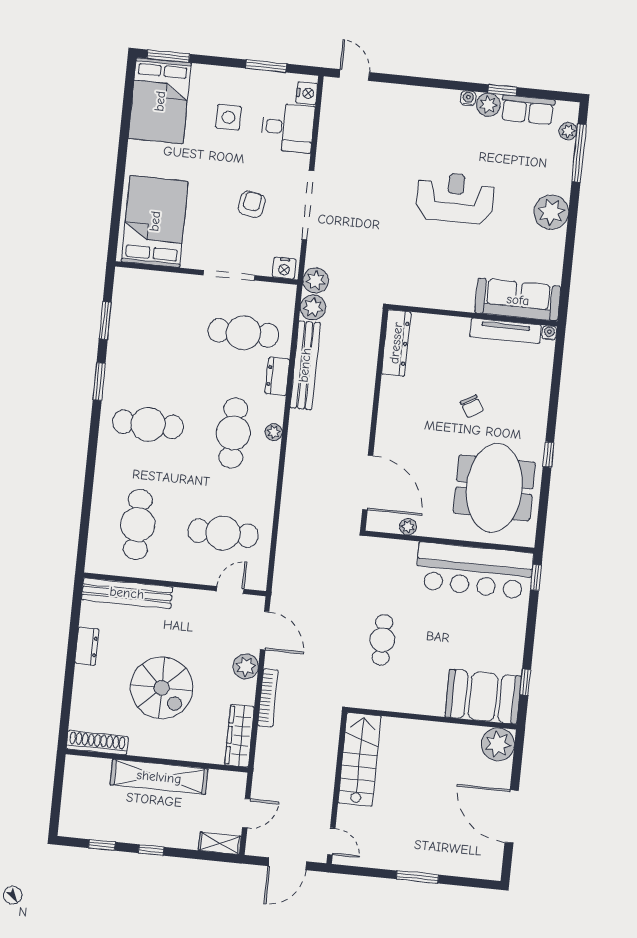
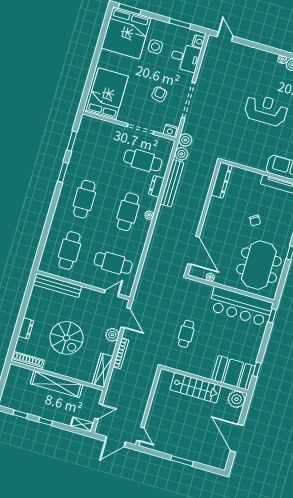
bed: (160, 101) -> (126, 33), width x1.36
cafe table: (148, 424) -> (84, 199), turned 90
dresser: (87, 646) -> (26, 328), moved
stairs: (360, 759) -> (196, 388), moved, turned 90

